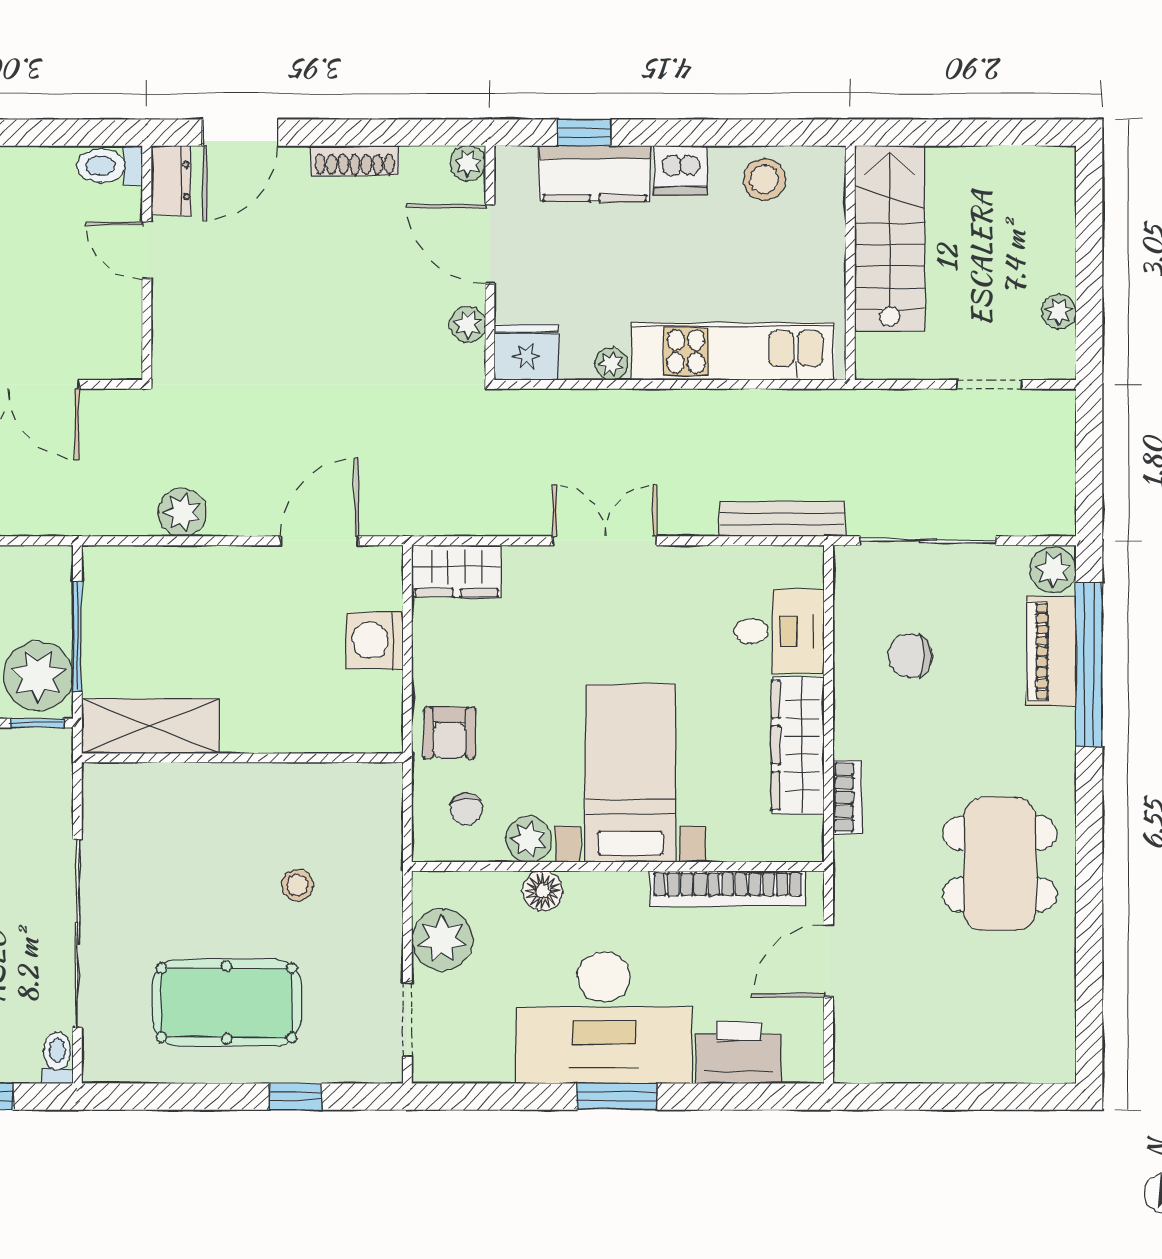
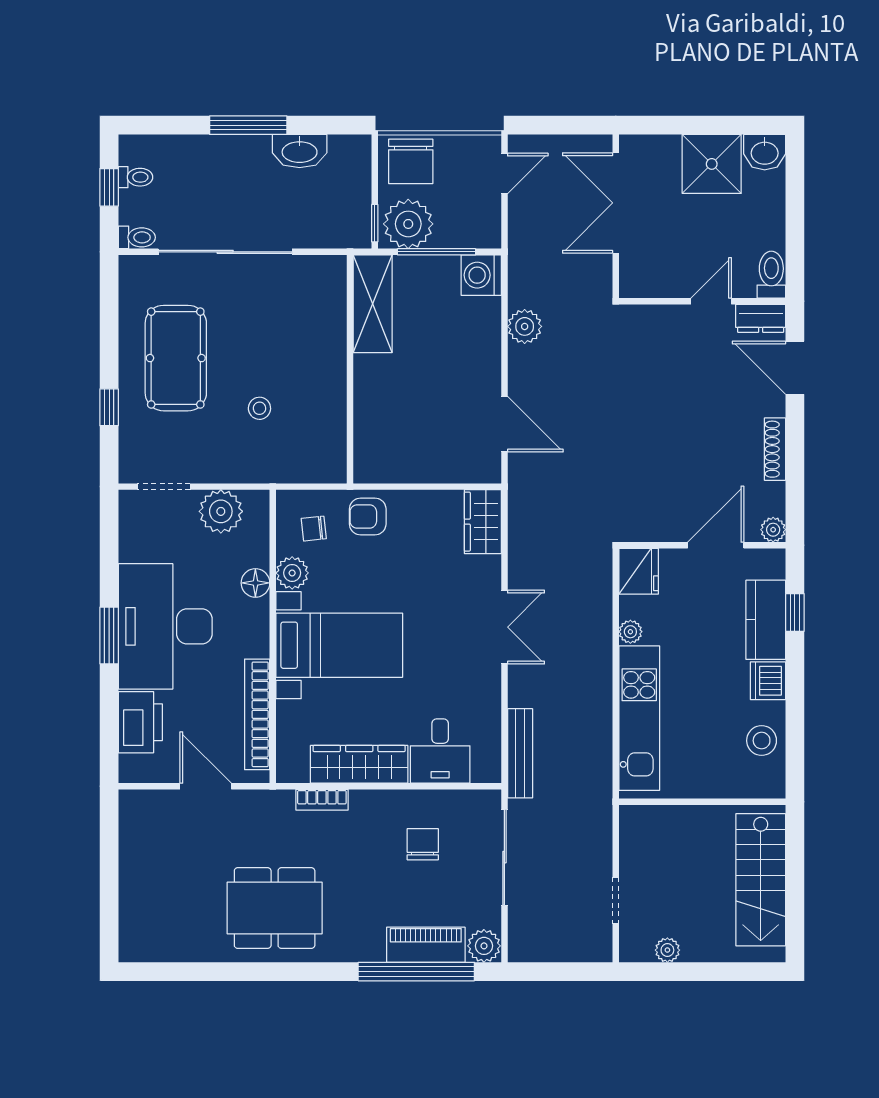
stairs: (890, 238) -> (761, 880), moved, turned 90
plant: (468, 324) -> (659, 530), removed
washing machine: (375, 641) -> (481, 275), moved, turned -90

